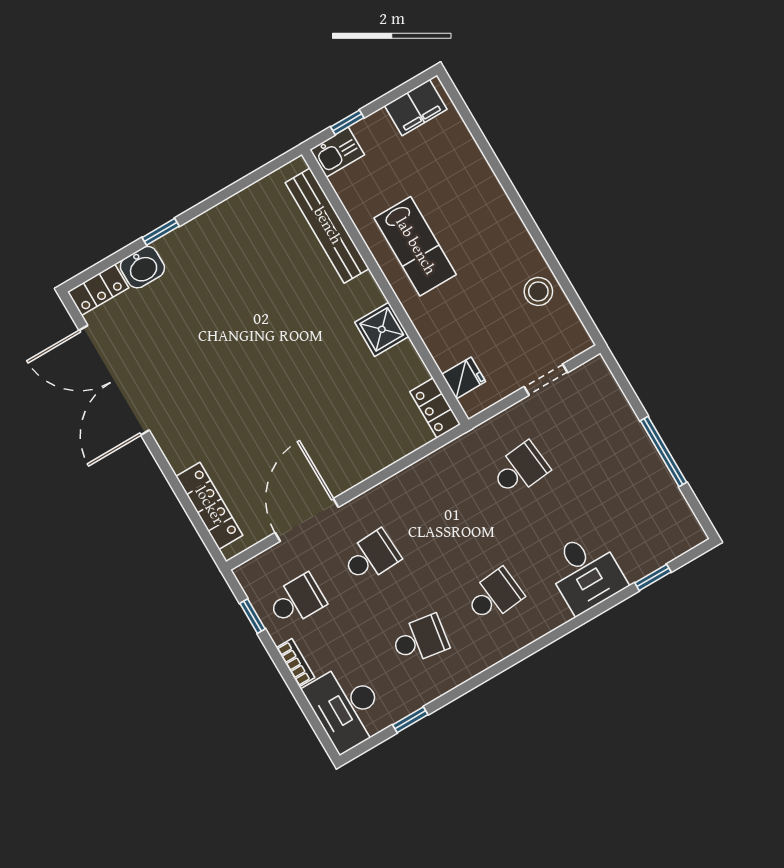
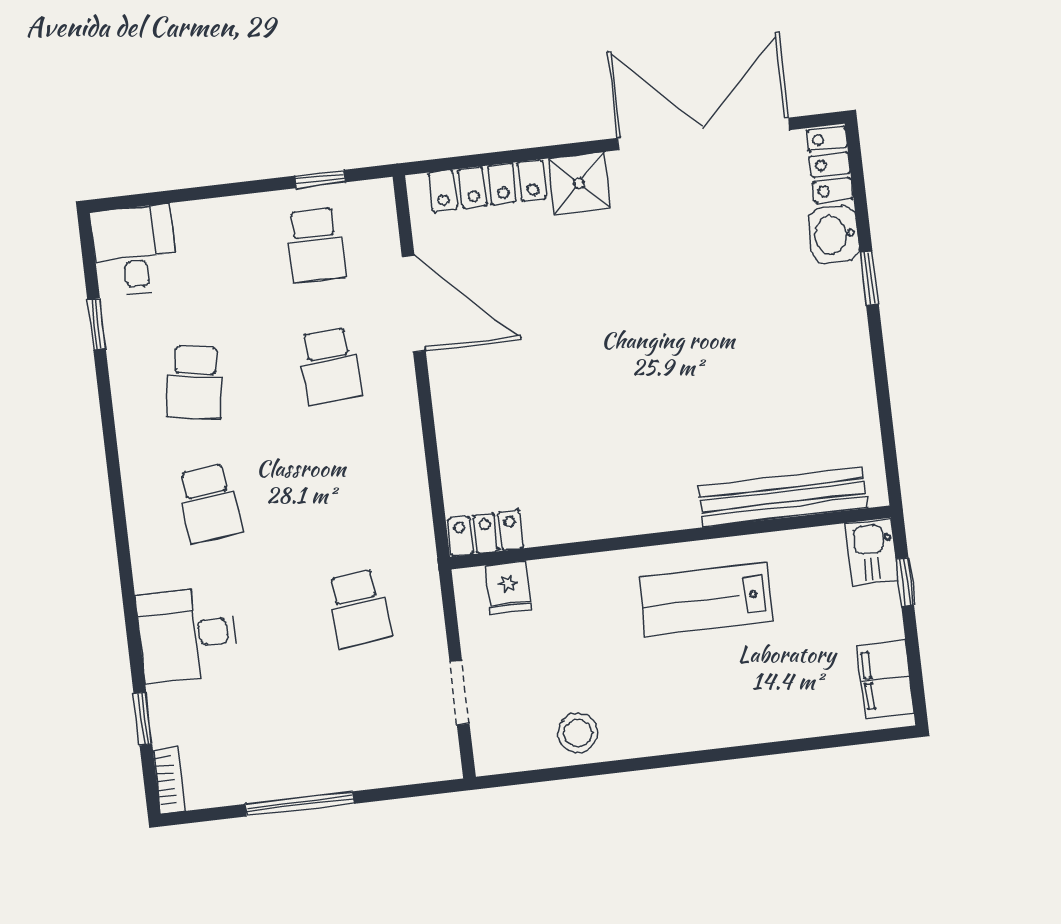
shower: (382, 329) -> (579, 183), moved
bookcase: (296, 663) -> (169, 780), moved, turned -90
desk: (346, 707) -> (134, 250), width x0.73

